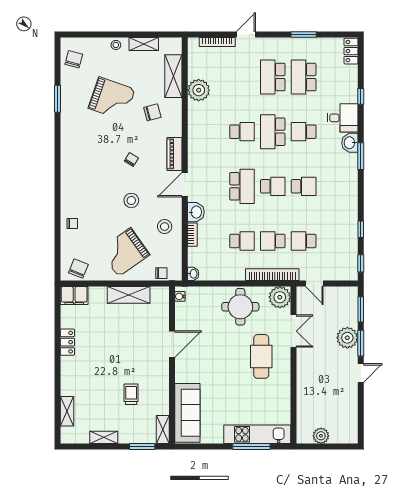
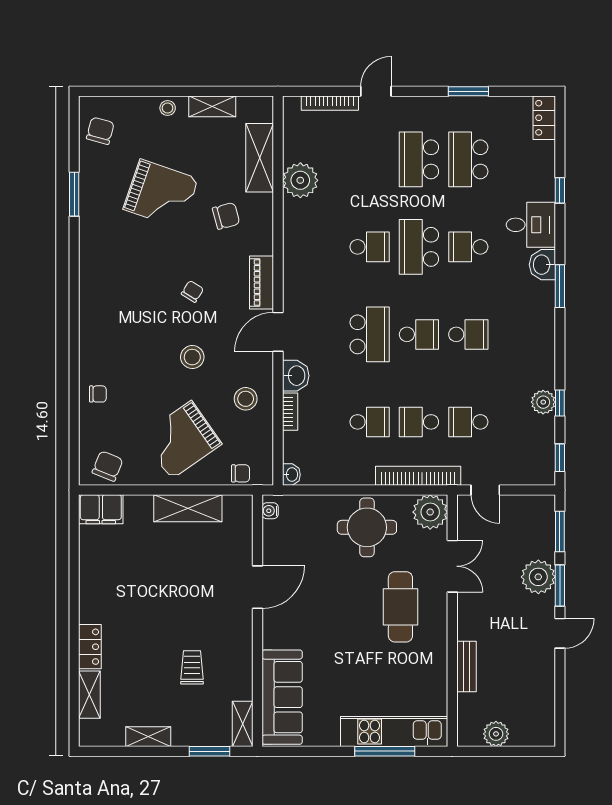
plant: (350, 229) -> (543, 402), added
locker: (67, 342) -> (90, 647), moved
bench: (302, 394) -> (466, 666), added

